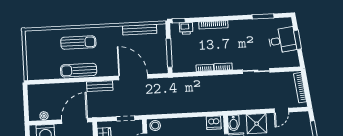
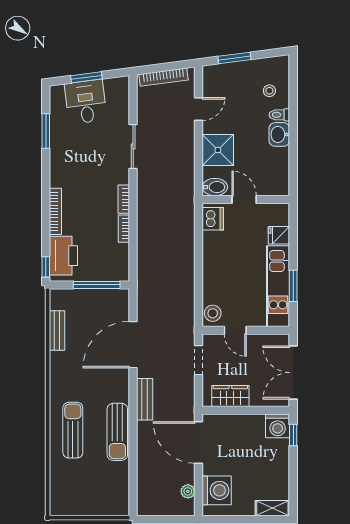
printer: (186, 28) -> (63, 256), width x1.87, depth x1.48
bench: (140, 30) -> (57, 330), width x0.73
door: (281, 110) -> (199, 109), hinge flipped

